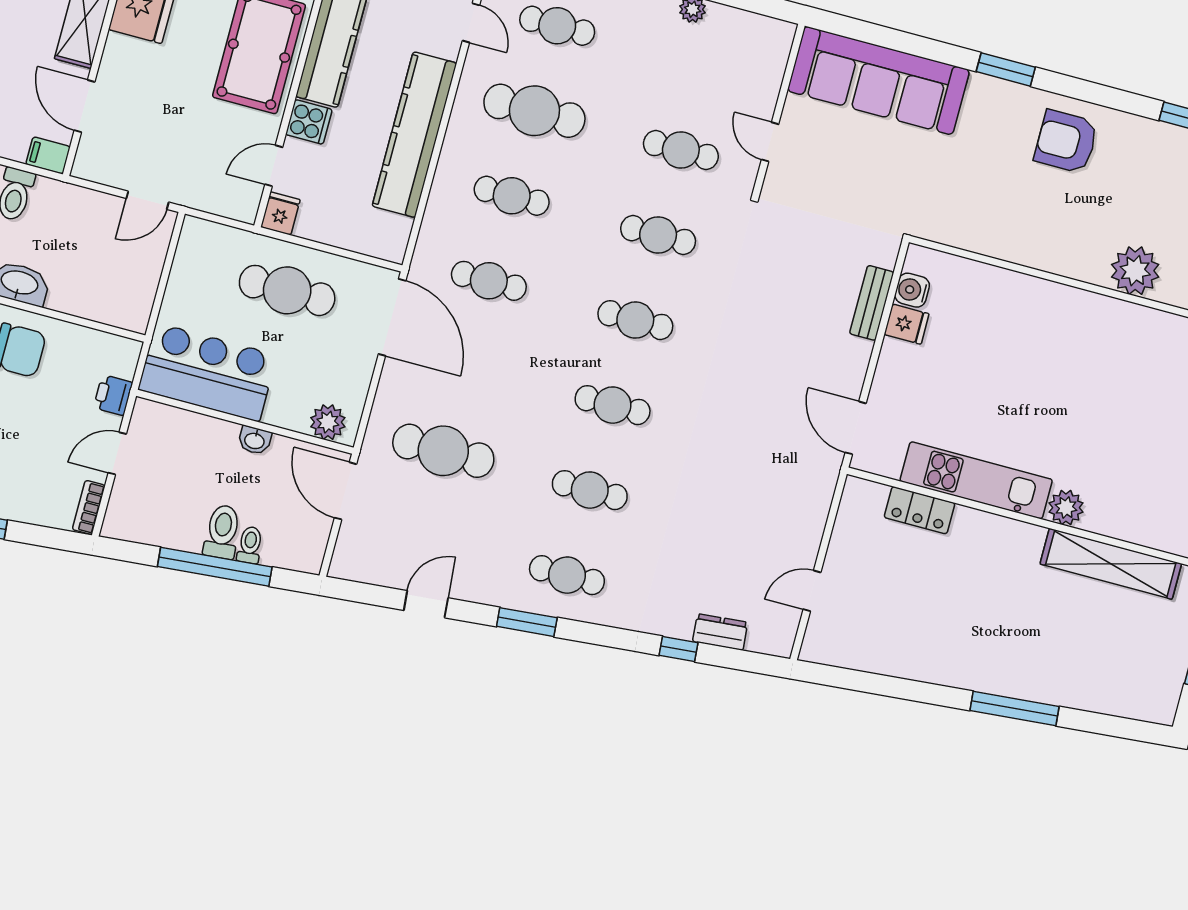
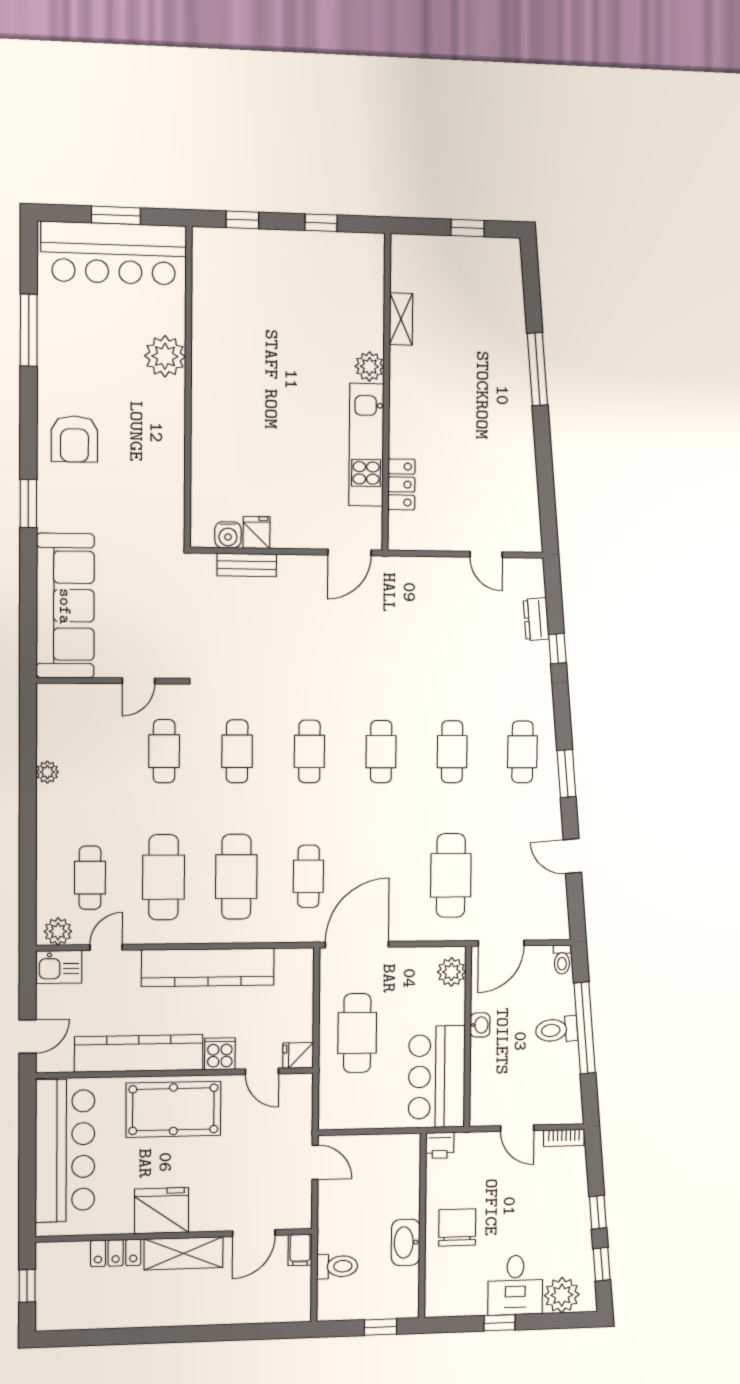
cafe table: (512, 196) -> (236, 877), width x1.37, depth x1.35
printer: (113, 395) -> (440, 1145), moved
toilet: (250, 545) -> (562, 960), moved, turned -85
shelving: (1111, 564) -> (401, 319), width x0.45, depth x0.75

